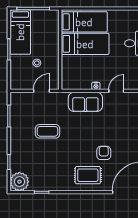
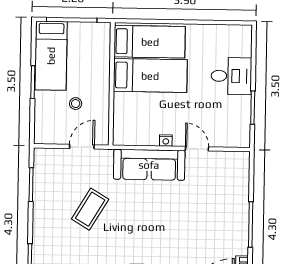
door: (116, 91) -> (197, 149), hinge flipped
sofa: (85, 102) -> (149, 165), width x1.36
coffee table: (47, 131) -> (90, 209), turned -59
armchair: (104, 153) -> (176, 244), removed

